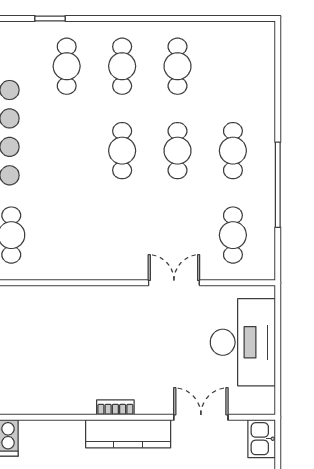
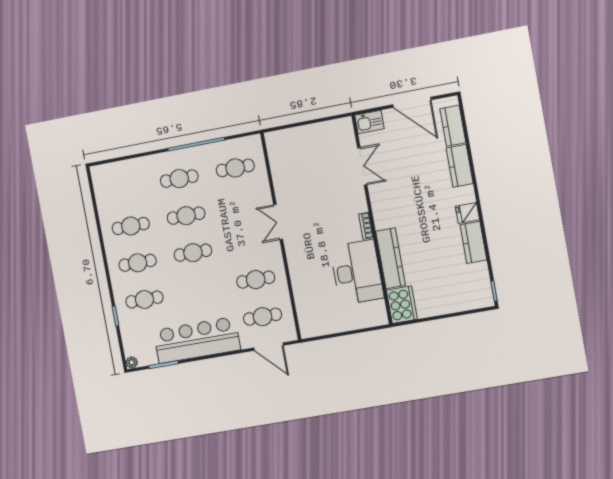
cafe table: (67, 235) -> (256, 280), added
double door: (174, 283) -> (278, 222), moved
desk: (243, 342) -> (357, 272), moved, turned 90
double door: (201, 417) -> (362, 166), swing flipped
kitchen counter: (128, 434) -> (391, 258), moved

